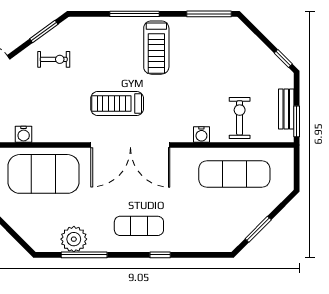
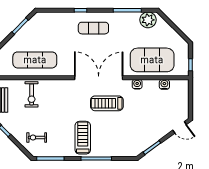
exercise bike: (54, 59) -> (37, 138), moved
treadmill: (117, 103) -> (107, 103), turned 180
water cooler: (201, 134) -> (137, 84), moved
plant: (74, 239) -> (148, 20), moved

